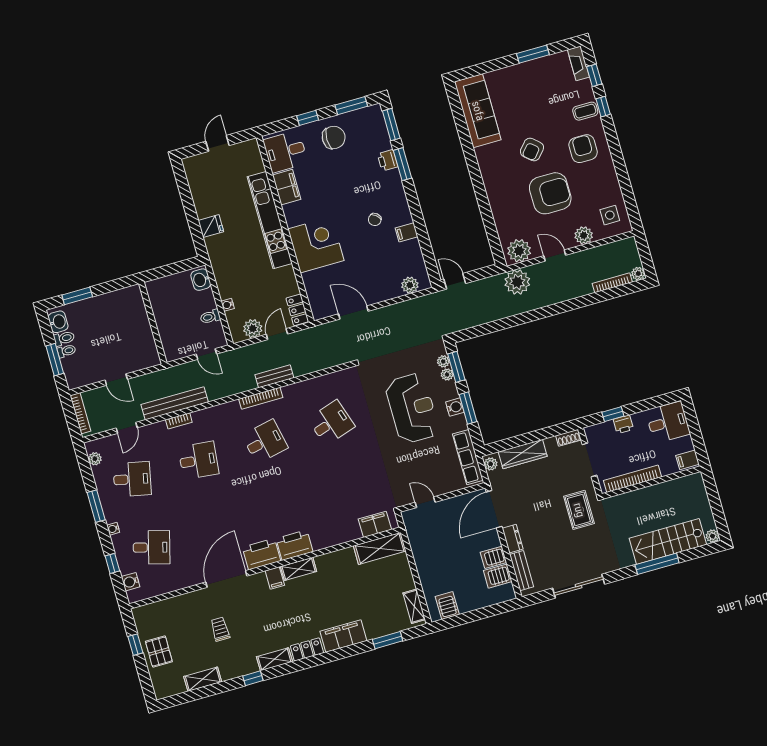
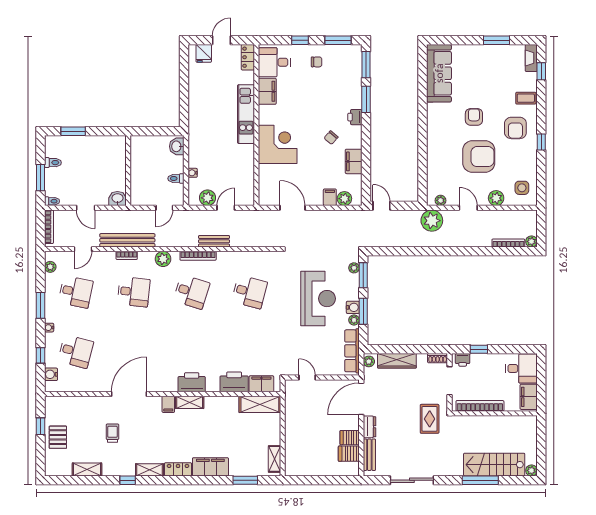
window: (603, 107) -> (541, 142), moved
chair: (334, 137) -> (317, 62), width x0.54, depth x0.54
armchair: (532, 149) -> (474, 117), turned 139
armchair: (583, 149) -> (515, 128), turned 180
printer: (388, 160) -> (355, 117), moved
kitchen unit: (270, 220) -> (246, 114), width x0.73
fridge: (211, 226) -> (204, 53), moved, turned 90
filing cabinet: (406, 232) -> (354, 161), width x2.00
plant: (519, 251) -> (440, 200), width x0.53, depth x0.53
filing cabinet: (393, 288) -> (330, 197), added
locker: (297, 310) -> (248, 57), moved
washbasin: (58, 322) -> (117, 198), moved, turned -90
toilet: (66, 351) -> (52, 201), moved
door: (206, 354) -> (164, 208), hinge flipped
plant: (447, 375) -> (354, 320), moved
plant: (222, 413) -> (163, 259), added
desk: (331, 423) -> (249, 292), turned 33
printer: (623, 424) -> (463, 360), moved
desk: (265, 442) -> (192, 292), turned 30
filing cabinet: (687, 460) -> (529, 397), width x2.00
printer: (261, 554) -> (234, 382), moved
server rack: (447, 606) -> (301, 466), removed

